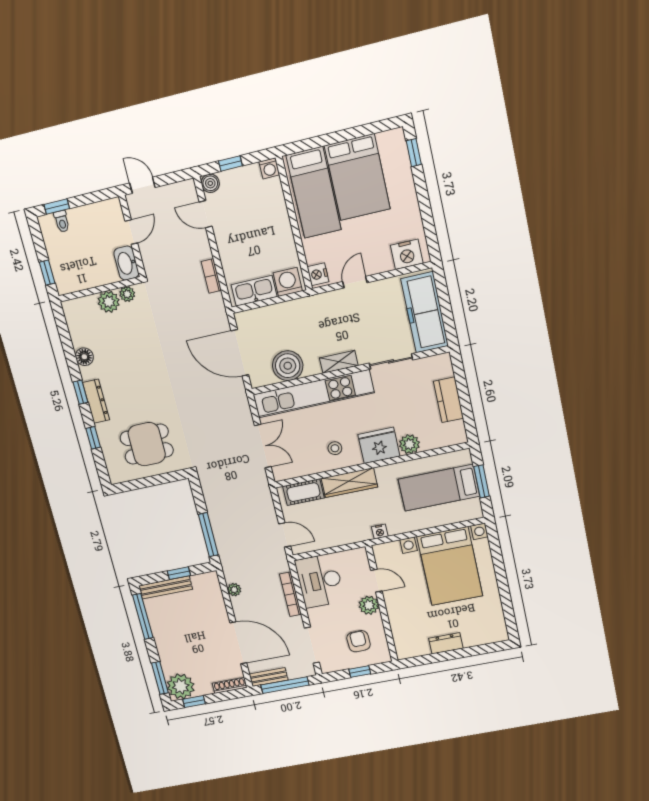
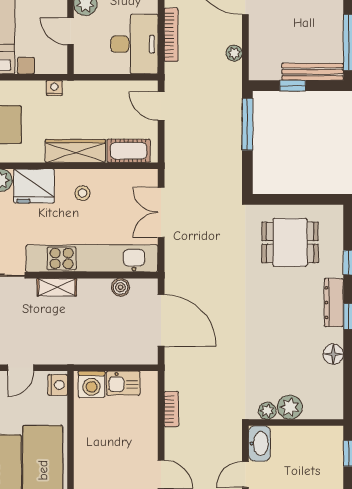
kitchen sink: (254, 291) -> (123, 383), width x0.73
boiler: (288, 366) -> (120, 287), width x0.54, depth x0.54

